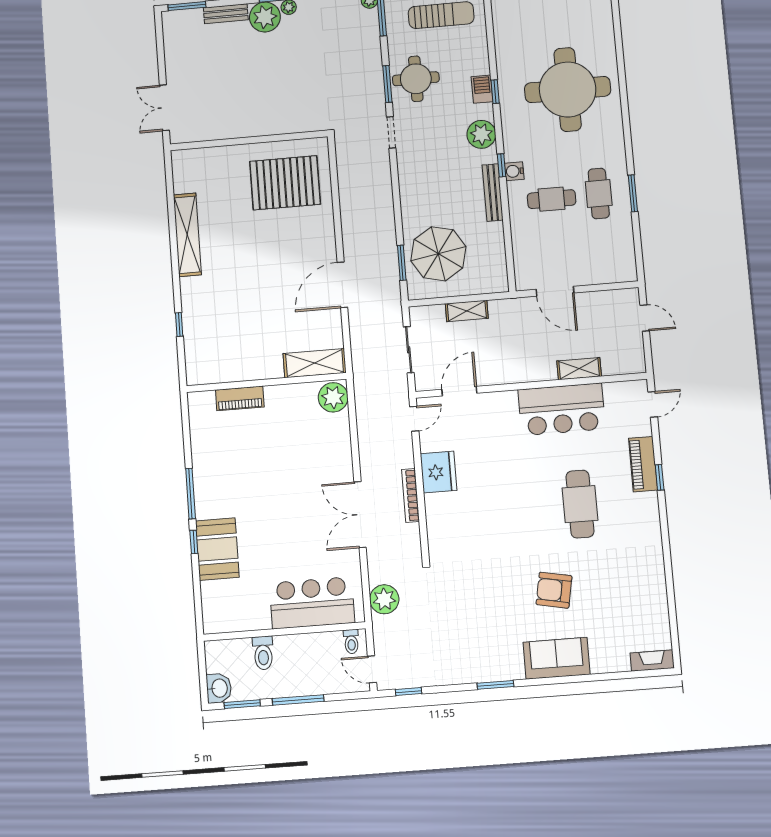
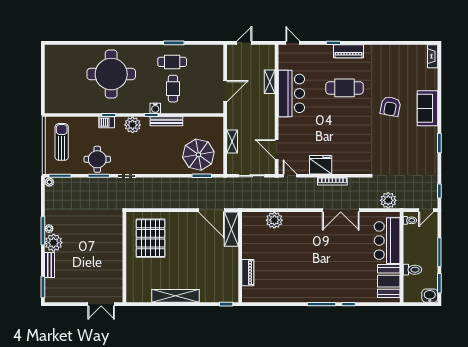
shelving: (315, 363) -> (231, 229), moved
wall: (266, 383) -> (240, 257), moved
piano: (240, 398) -> (248, 273), moved
piano: (643, 464) -> (348, 51), moved
booth: (217, 549) -> (389, 281), moved, turned 90

